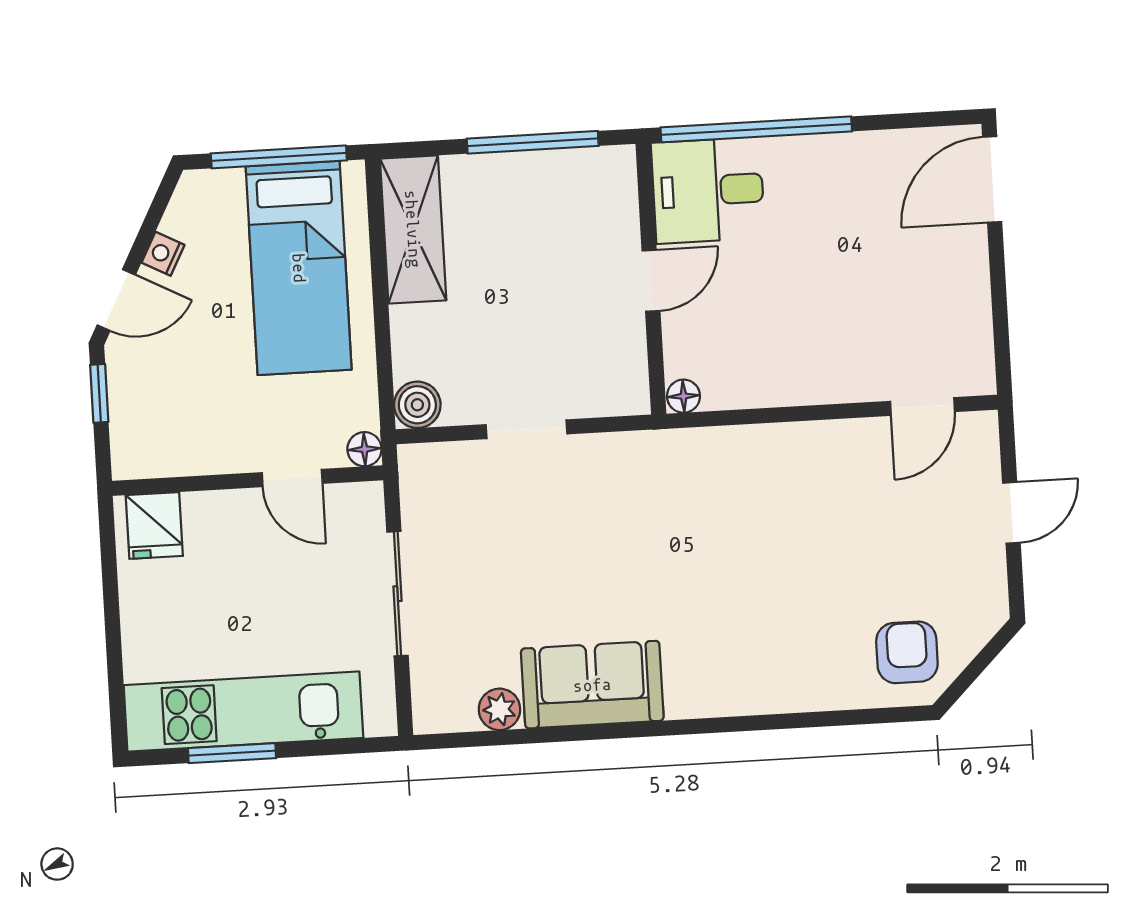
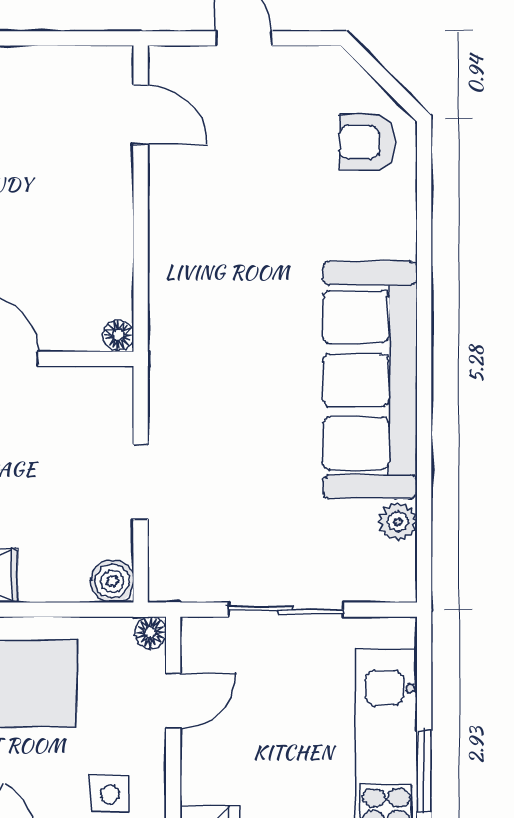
side table: (188, 416) -> (110, 794), added
sofa: (592, 685) -> (370, 380), width x1.85, depth x1.27

